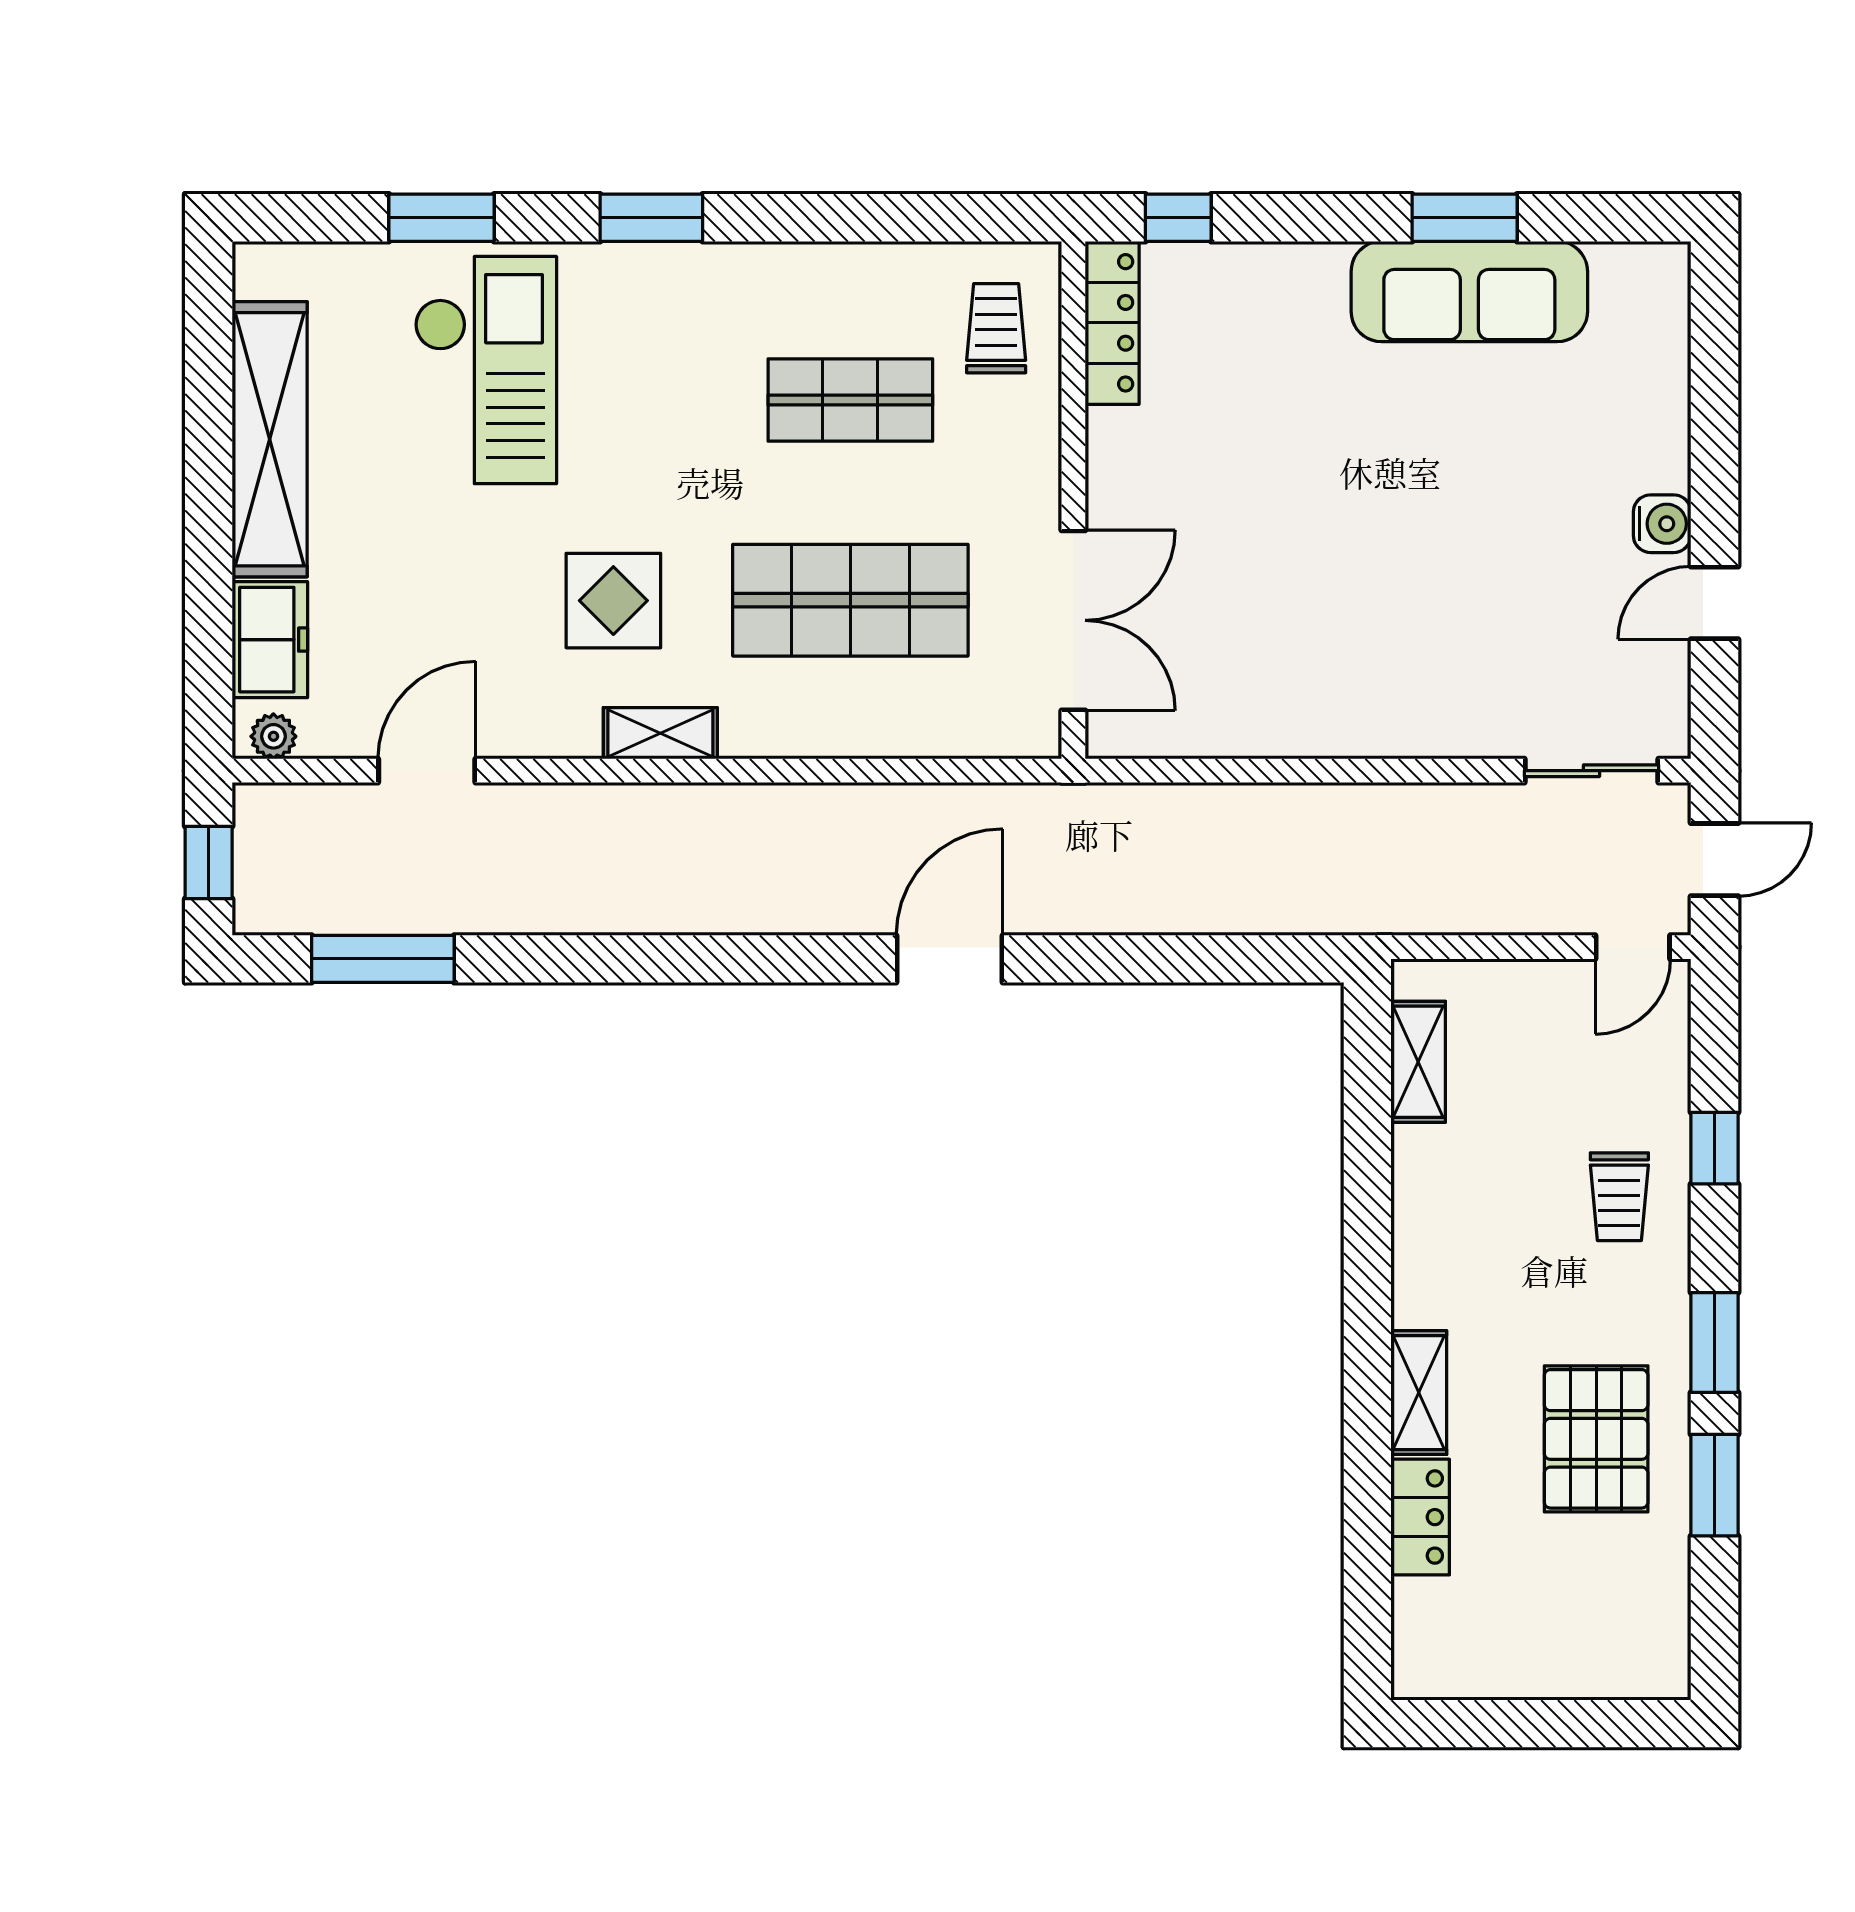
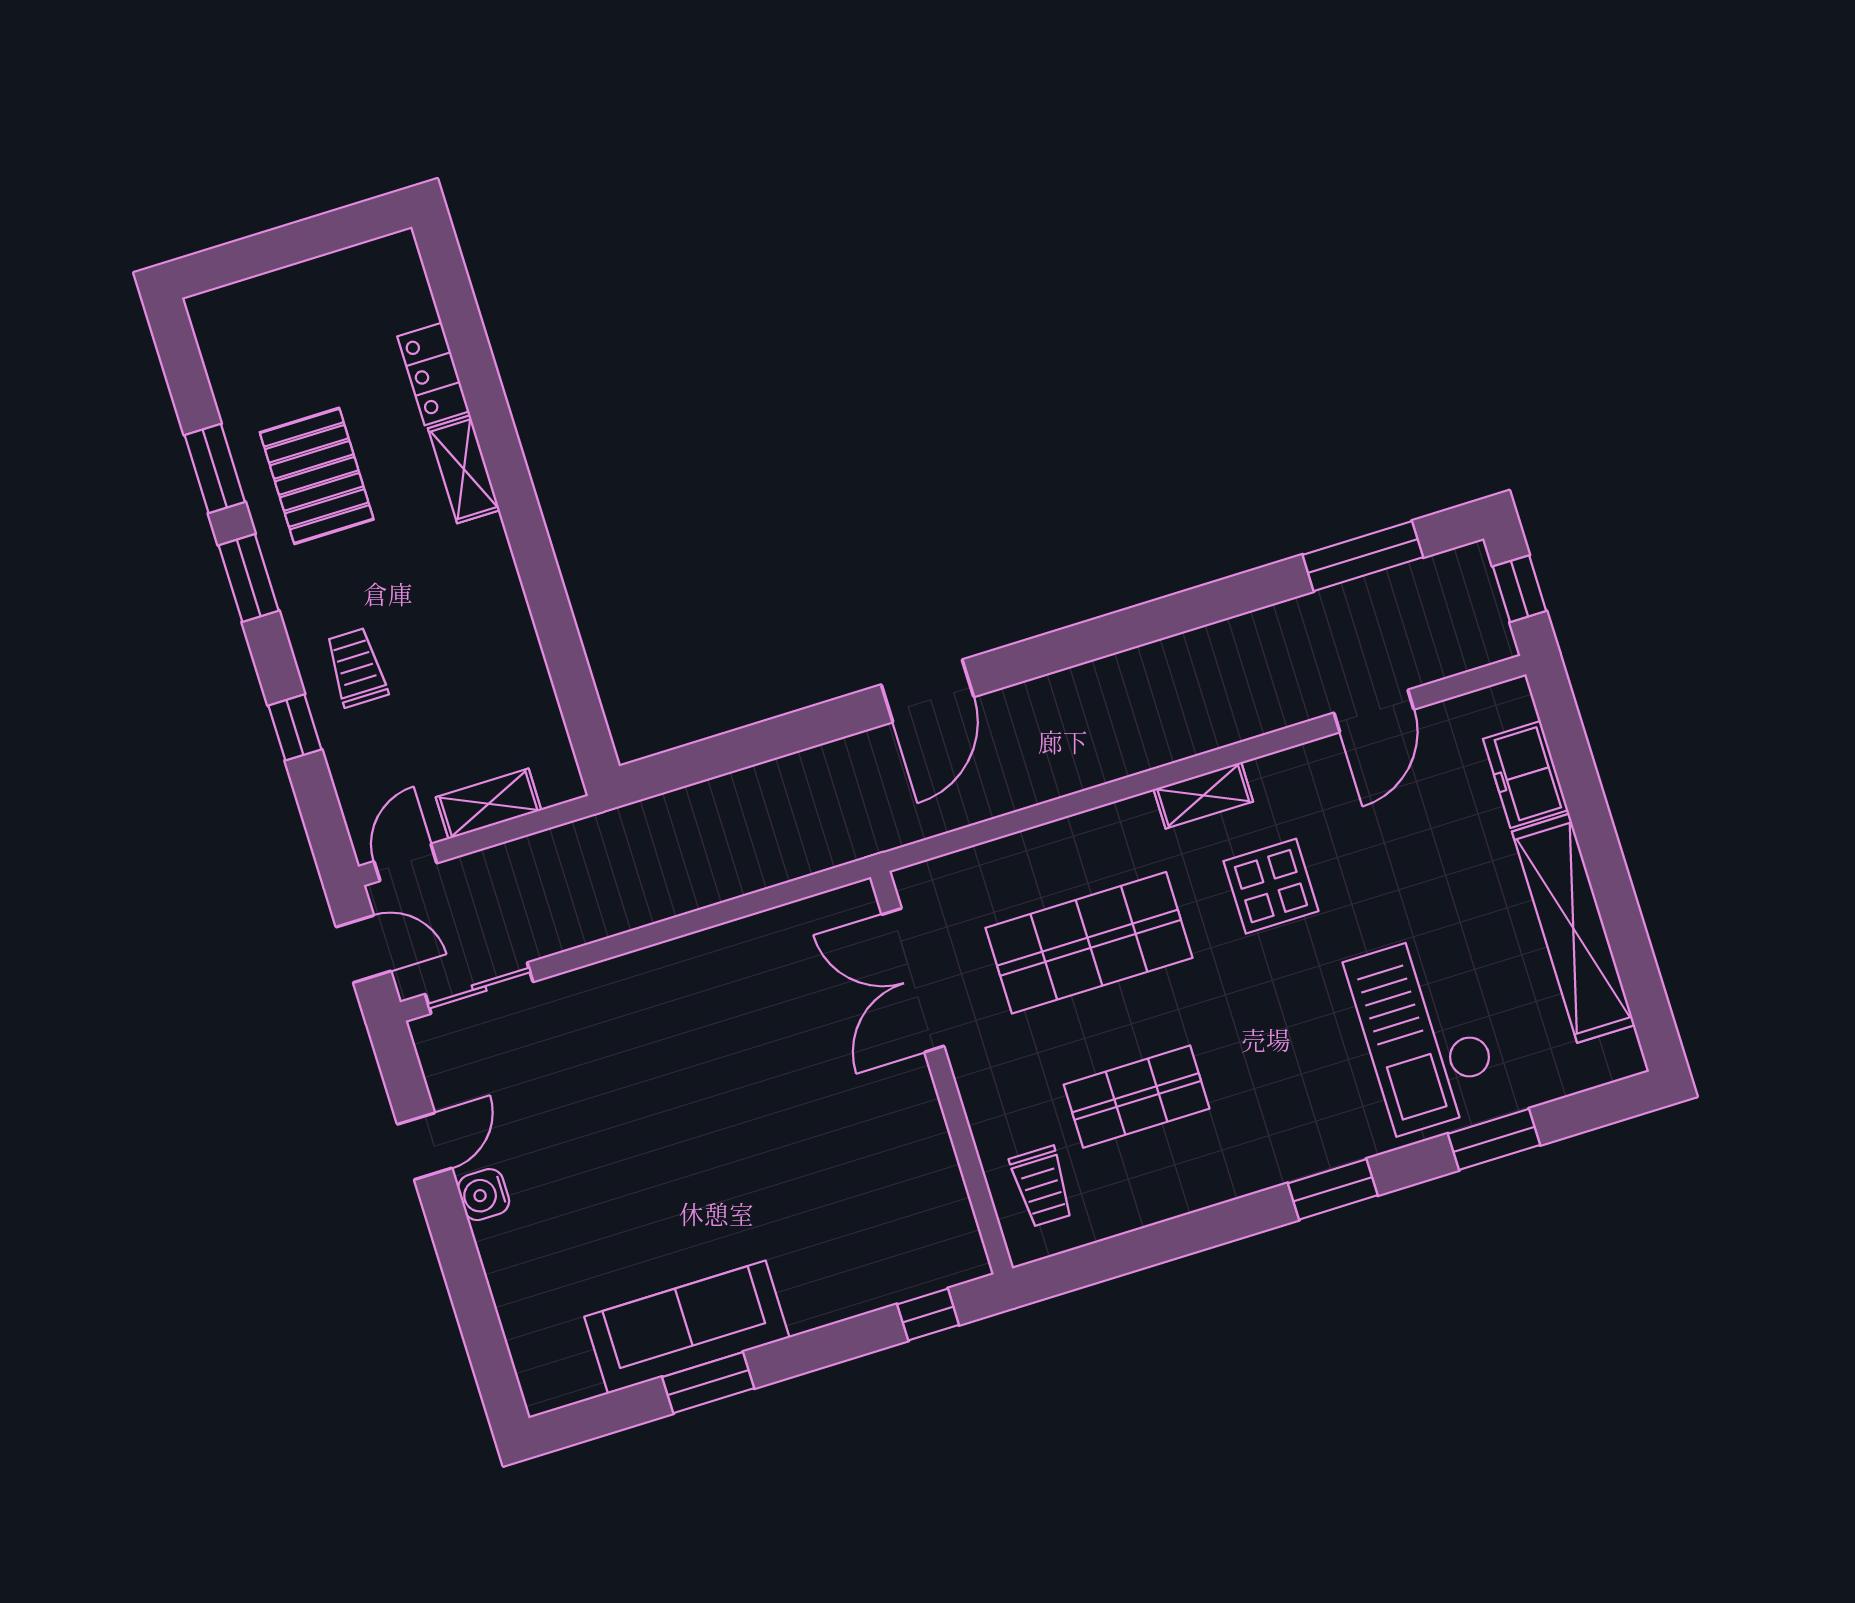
locker: (1112, 323) -> (954, 1218), removed
plant: (273, 736) -> (1500, 701), removed
door: (1714, 860) -> (363, 949), swing flipped
shelving: (1418, 1062) -> (489, 804), moved, turned 90

